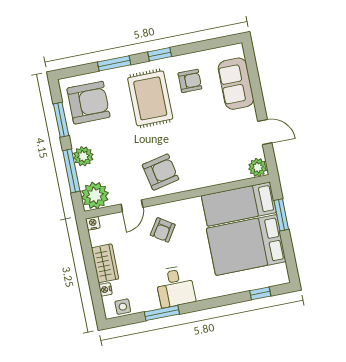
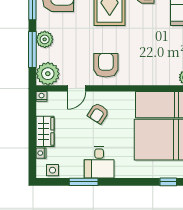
armchair: (161, 172) -> (106, 65), turned -78

